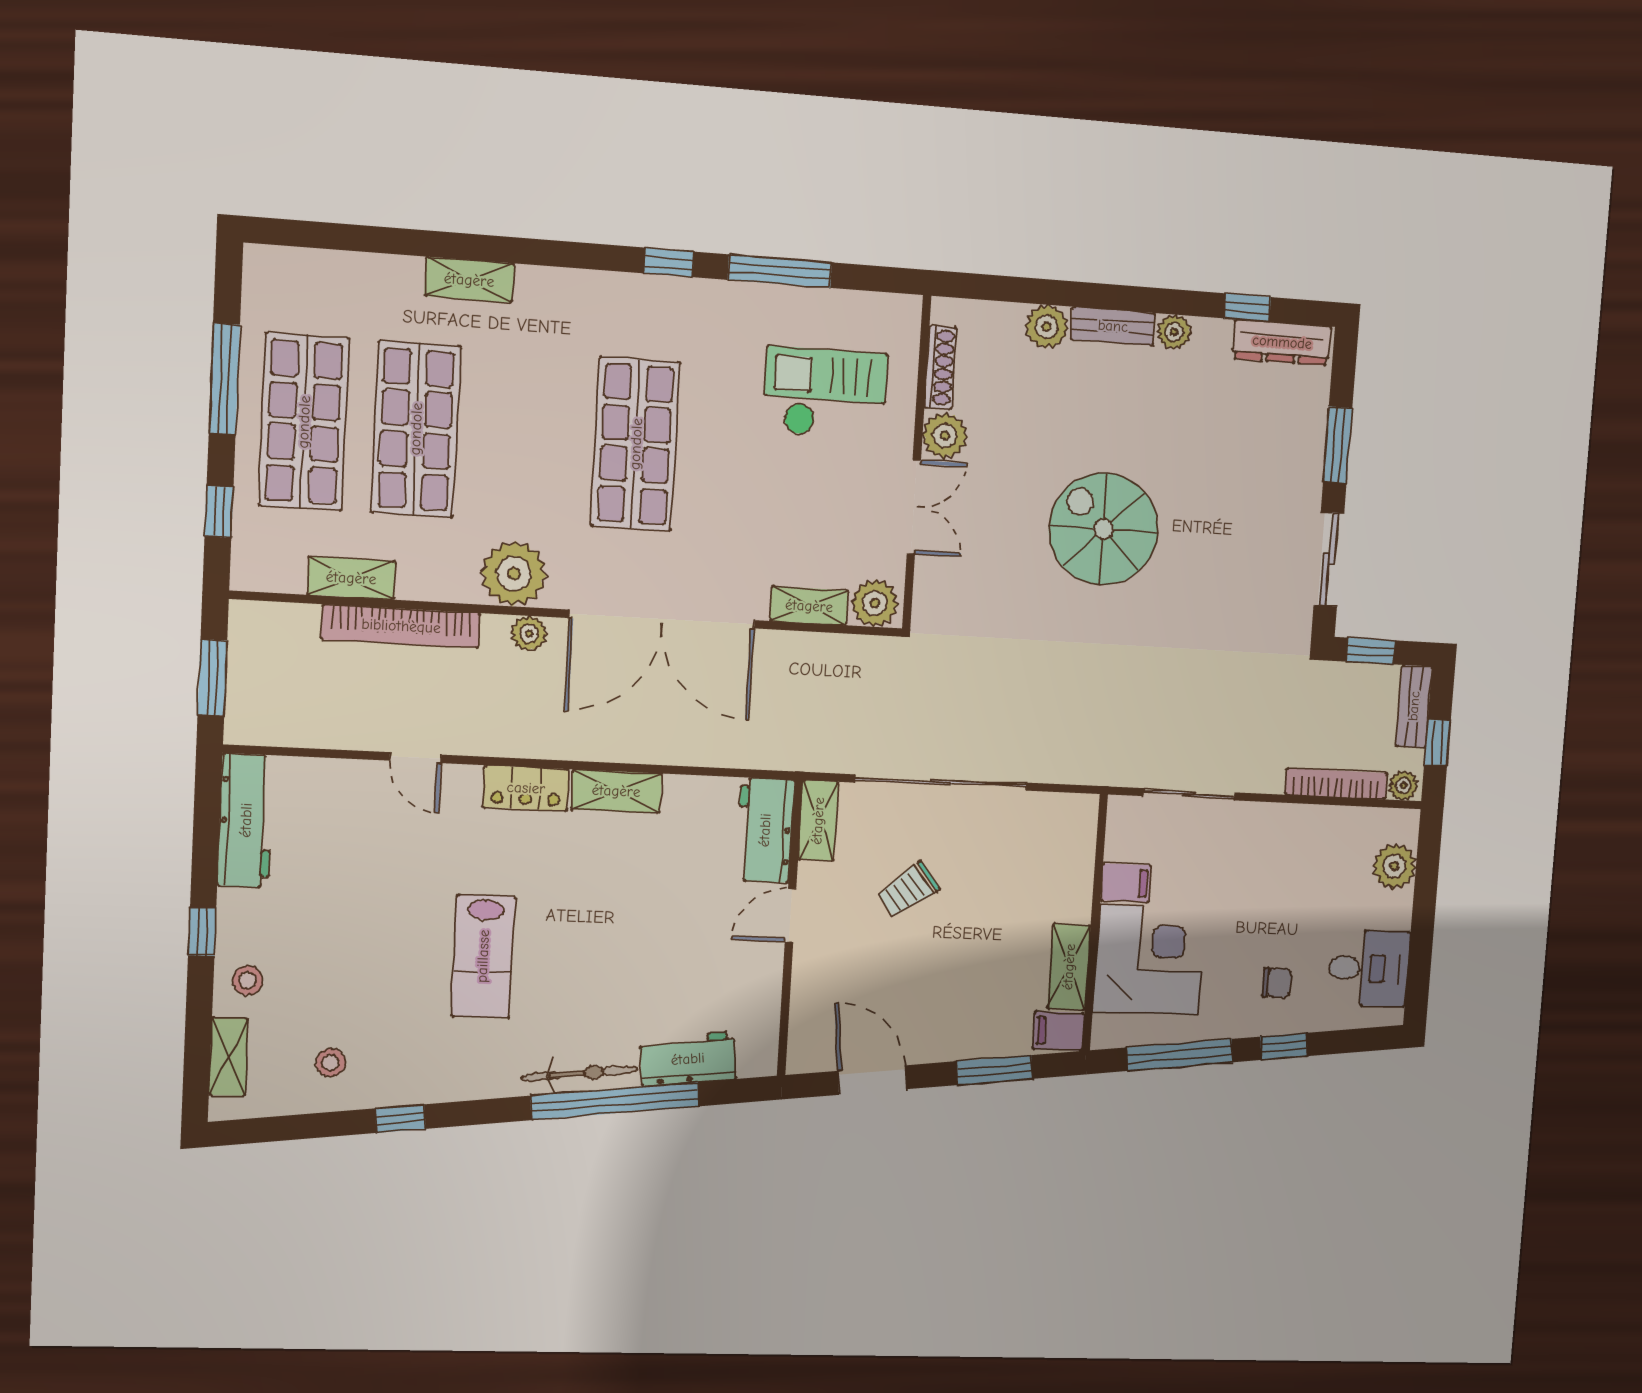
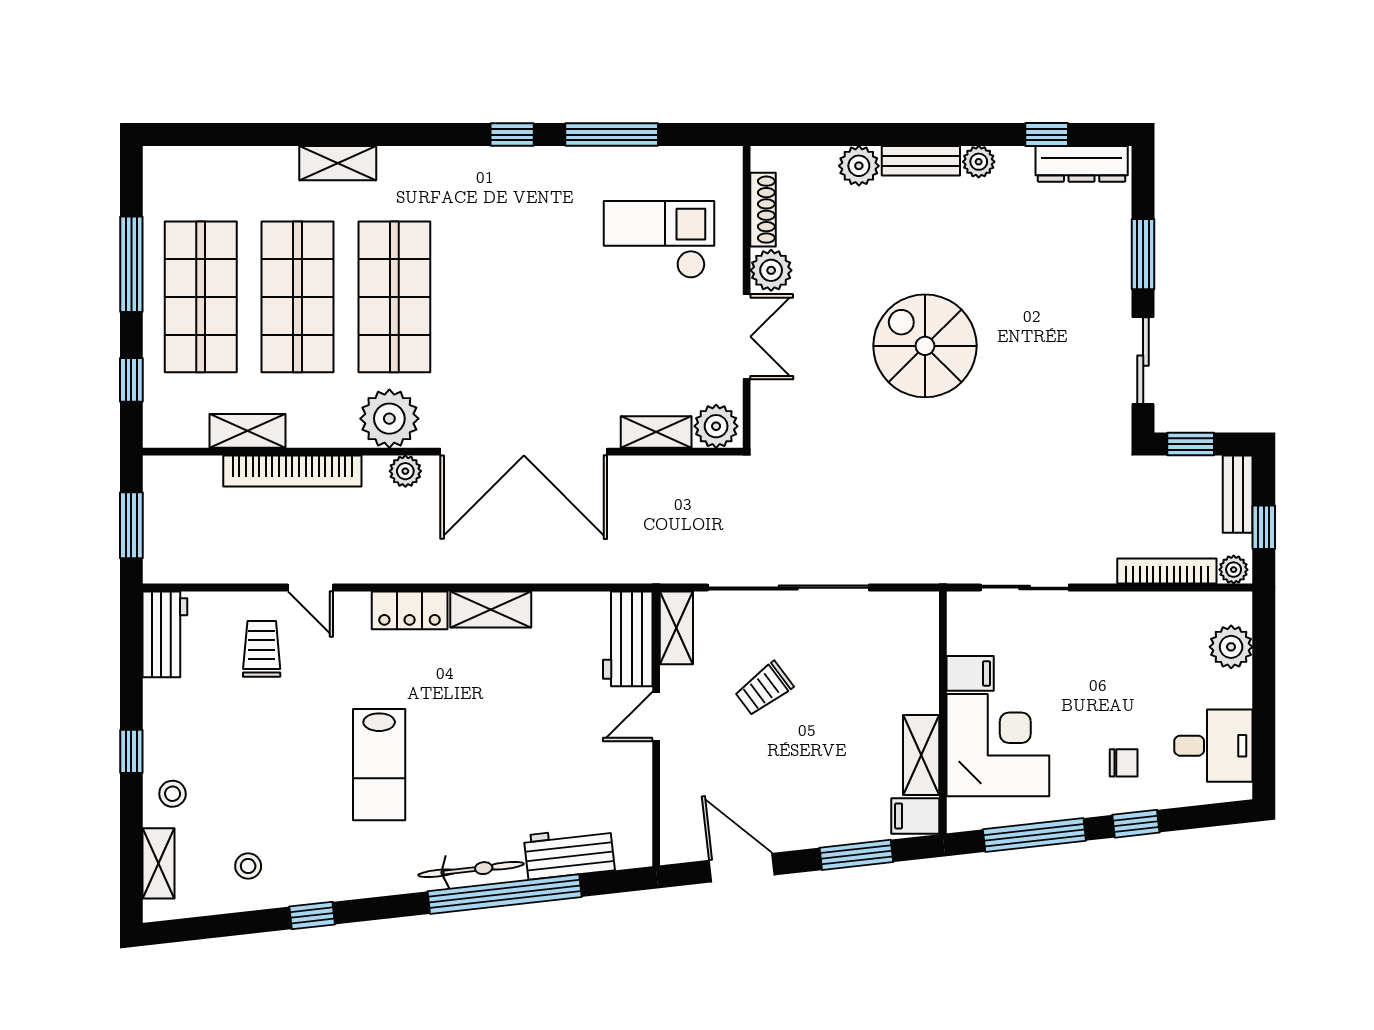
shop shelf: (636, 444) -> (394, 297), moved
workbench: (246, 820) -> (165, 634), width x0.73
trolley: (357, 824) -> (262, 649), added

